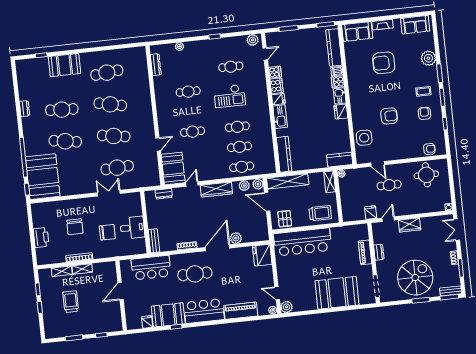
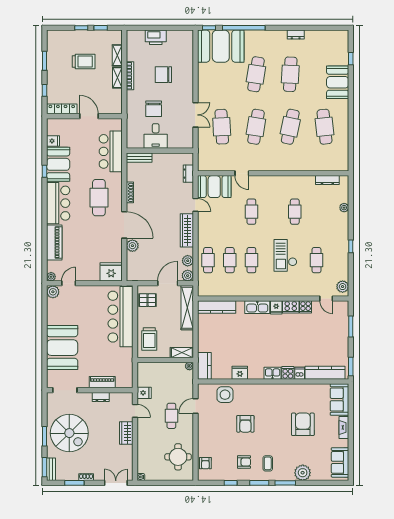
fridge: (341, 112) -> (240, 373), moved
locker: (117, 317) -> (62, 109), added

